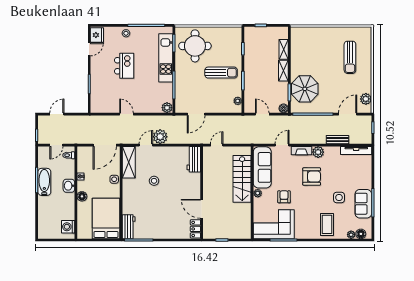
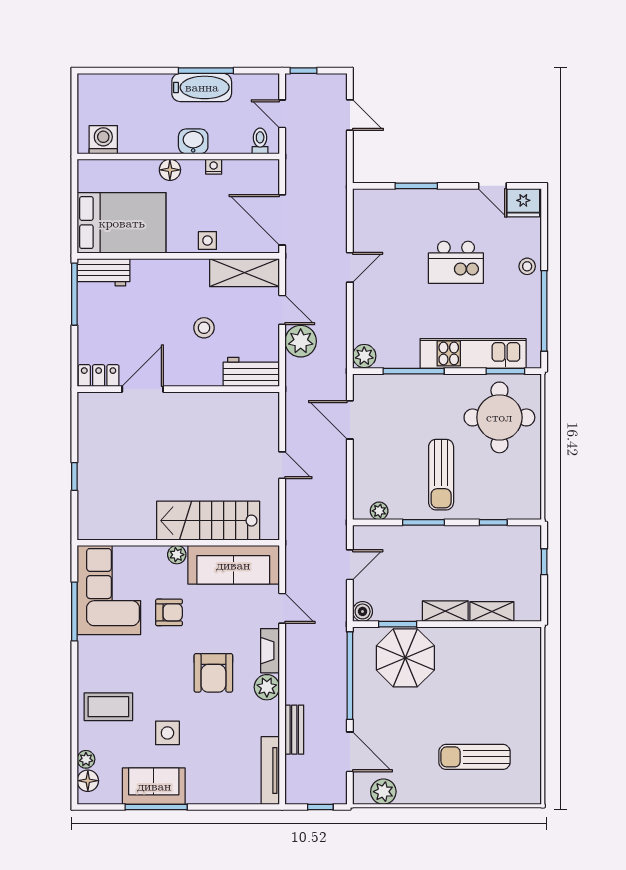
workbench: (194, 159) -> (251, 372), moved
wall: (202, 193) -> (178, 389), moved
door: (202, 209) -> (143, 389), moved
locker: (195, 229) -> (99, 376), moved

